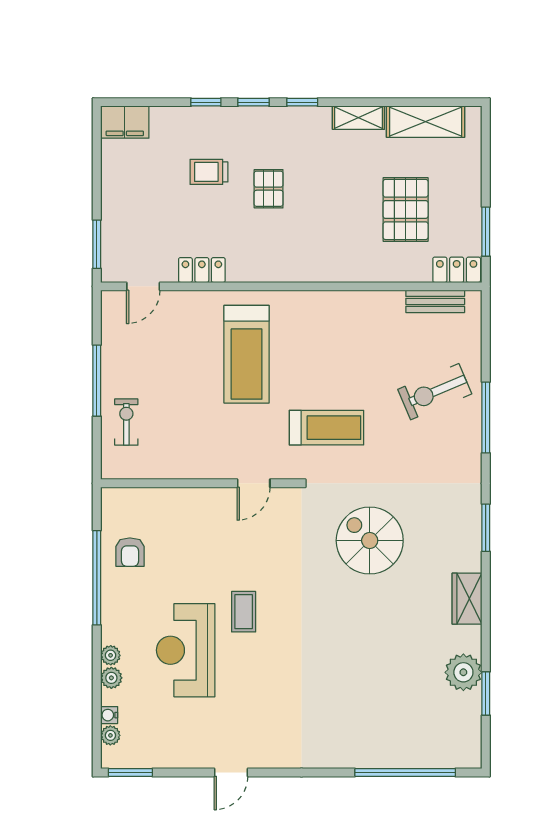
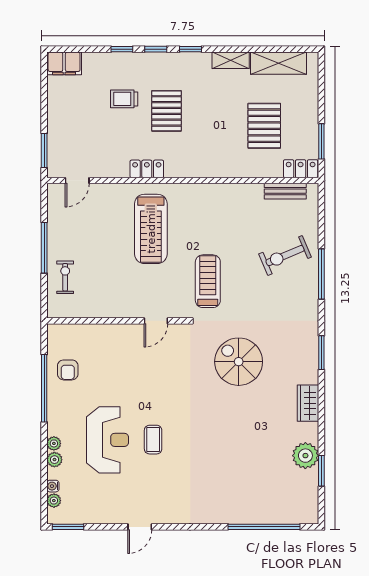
pallet: (269, 189) -> (167, 111), width x1.50, depth x1.42
locker: (202, 270) -> (147, 169), moved
treadmill: (326, 428) -> (208, 281), turned -90
coffee table: (244, 612) -> (153, 440), moved
reception desk: (186, 650) -> (107, 440), turned 180

